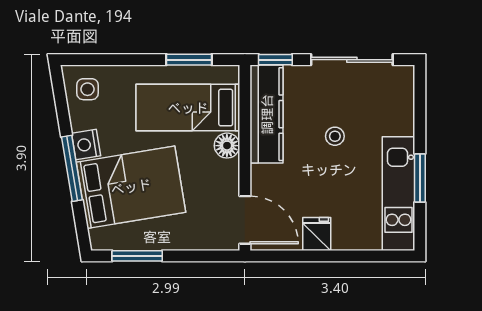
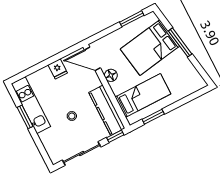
side table: (88, 89) -> (191, 81), removed
nightstand: (86, 145) -> (179, 56), removed
floor lamp: (227, 146) -> (111, 75), moved

